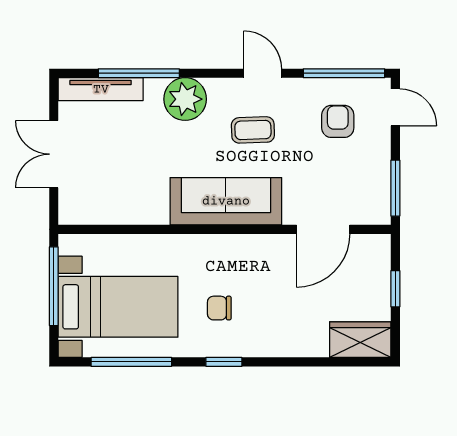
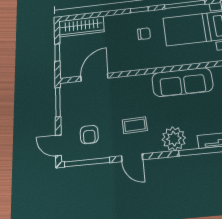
sofa: (226, 201) -> (182, 82), moved
wardrobe: (360, 340) -> (81, 26), width x1.50

